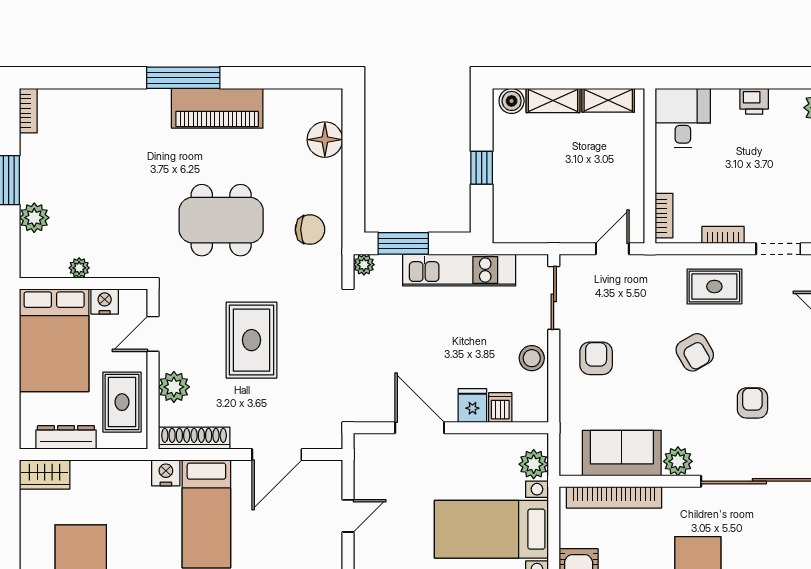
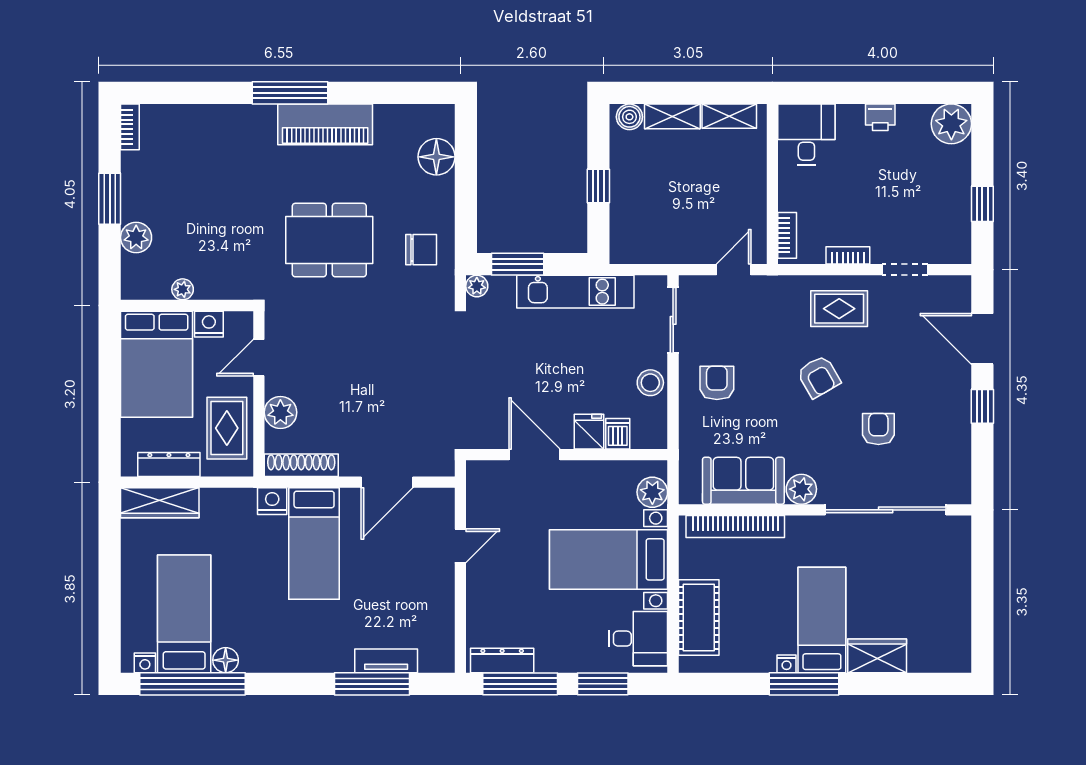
rug: (251, 340) -> (361, 364), removed
wardrobe: (45, 474) -> (160, 503), width x1.50

